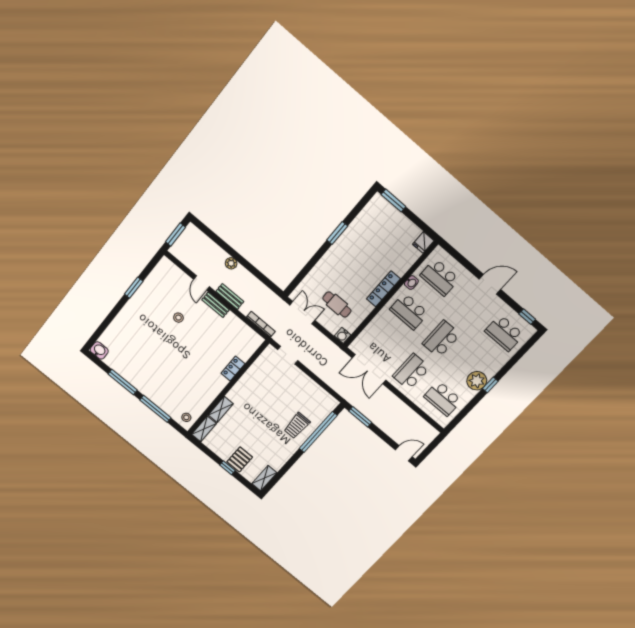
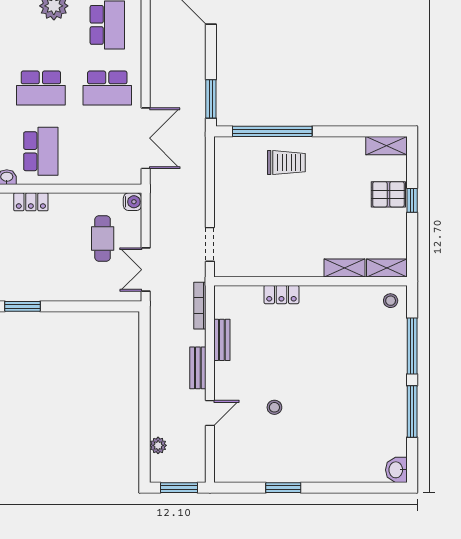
plant: (231, 263) -> (158, 445), moved
locker: (383, 289) -> (31, 202), width x0.66
bench: (216, 305) -> (222, 340), moved

